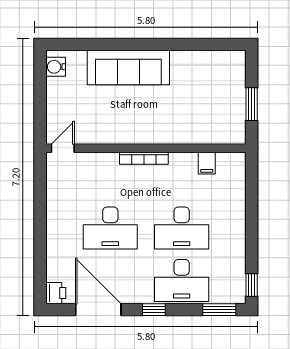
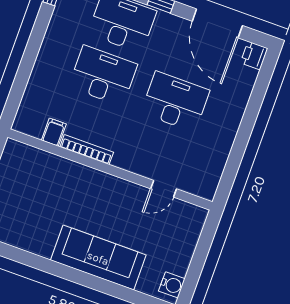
door: (63, 148) -> (164, 189), moved
bookcase: (144, 158) -> (87, 150), moved

